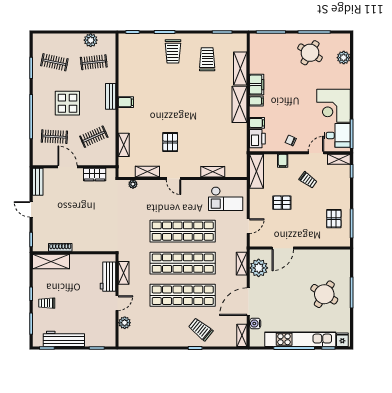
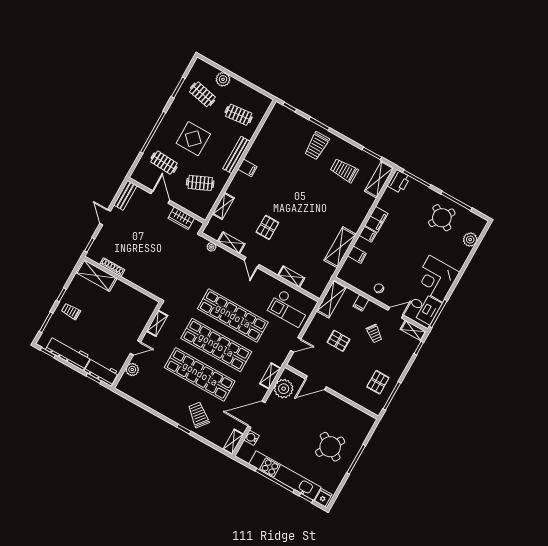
plant: (91, 40) -> (223, 79), moved
trolley: (207, 59) -> (344, 170), turned -90
shelving: (240, 69) -> (379, 179), moved
bench: (111, 96) -> (236, 155), width x1.36
shelving: (240, 104) -> (340, 247), moved
printer: (257, 139) -> (399, 181), moved
workbench: (108, 277) -> (101, 372), moved, turned 90

